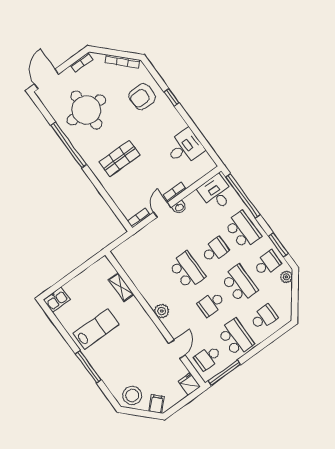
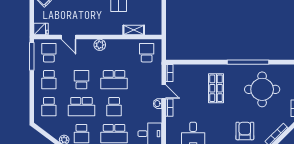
school desk: (135, 257) -> (147, 53), added
school desk: (236, 338) -> (49, 80), width x0.54

